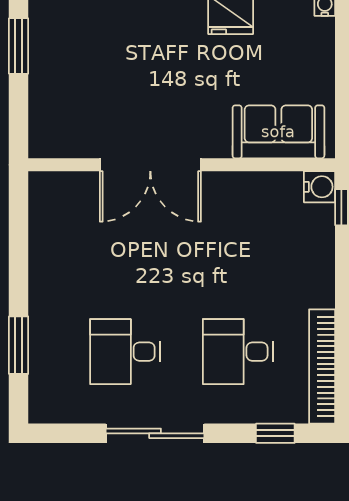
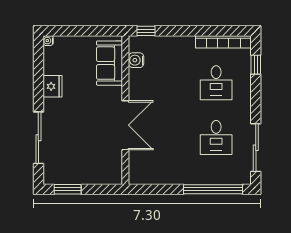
water cooler: (319, 187) -> (136, 60), moved, turned -90
window: (19, 345) -> (213, 189), width x2.11
sliding door: (155, 433) -> (256, 148), moved

